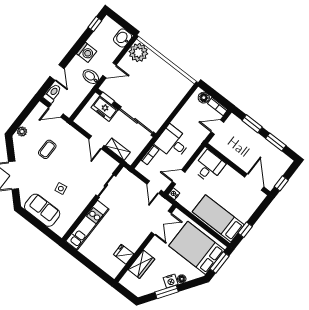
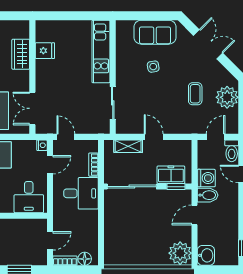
washing machine: (87, 52) -> (206, 178), moved, turned 180
plant: (22, 131) -> (227, 97), width x1.87, depth x1.87

